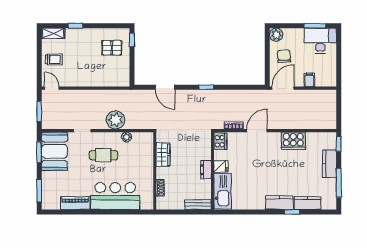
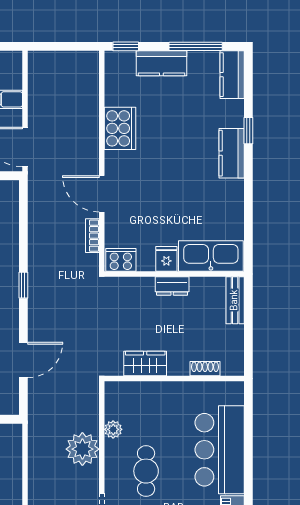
kitchen counter: (308, 203) -> (232, 75), moved

